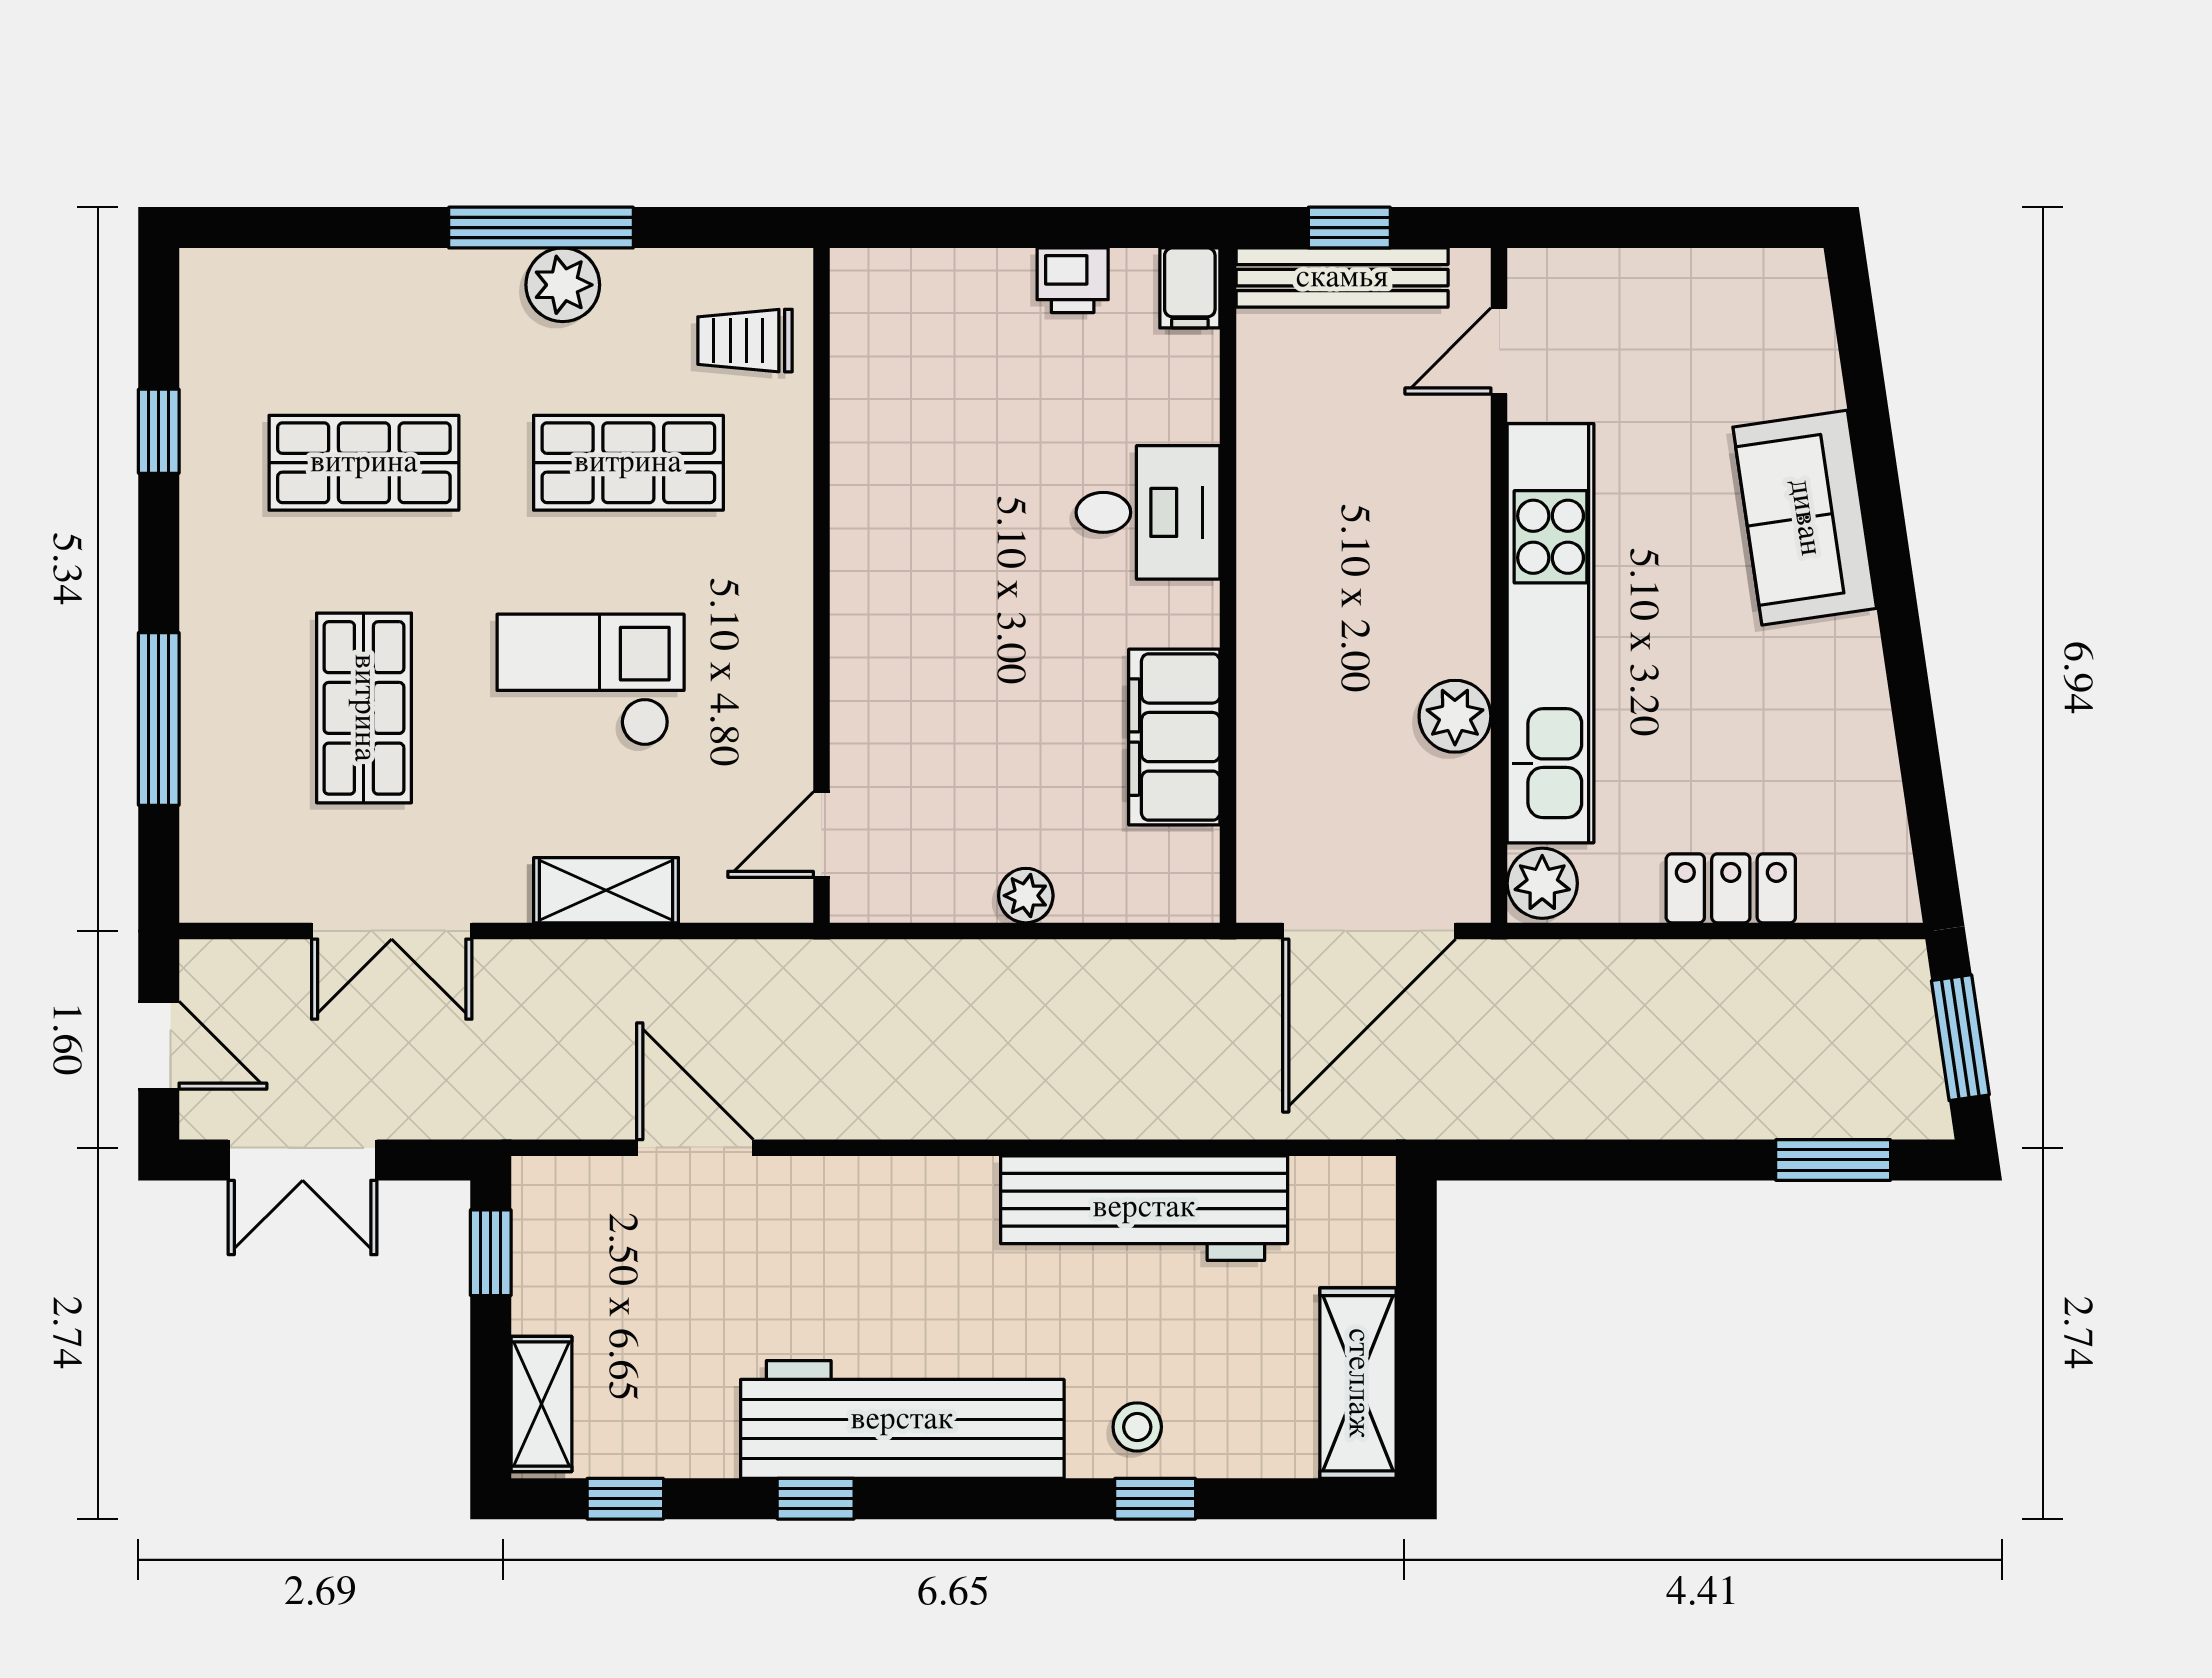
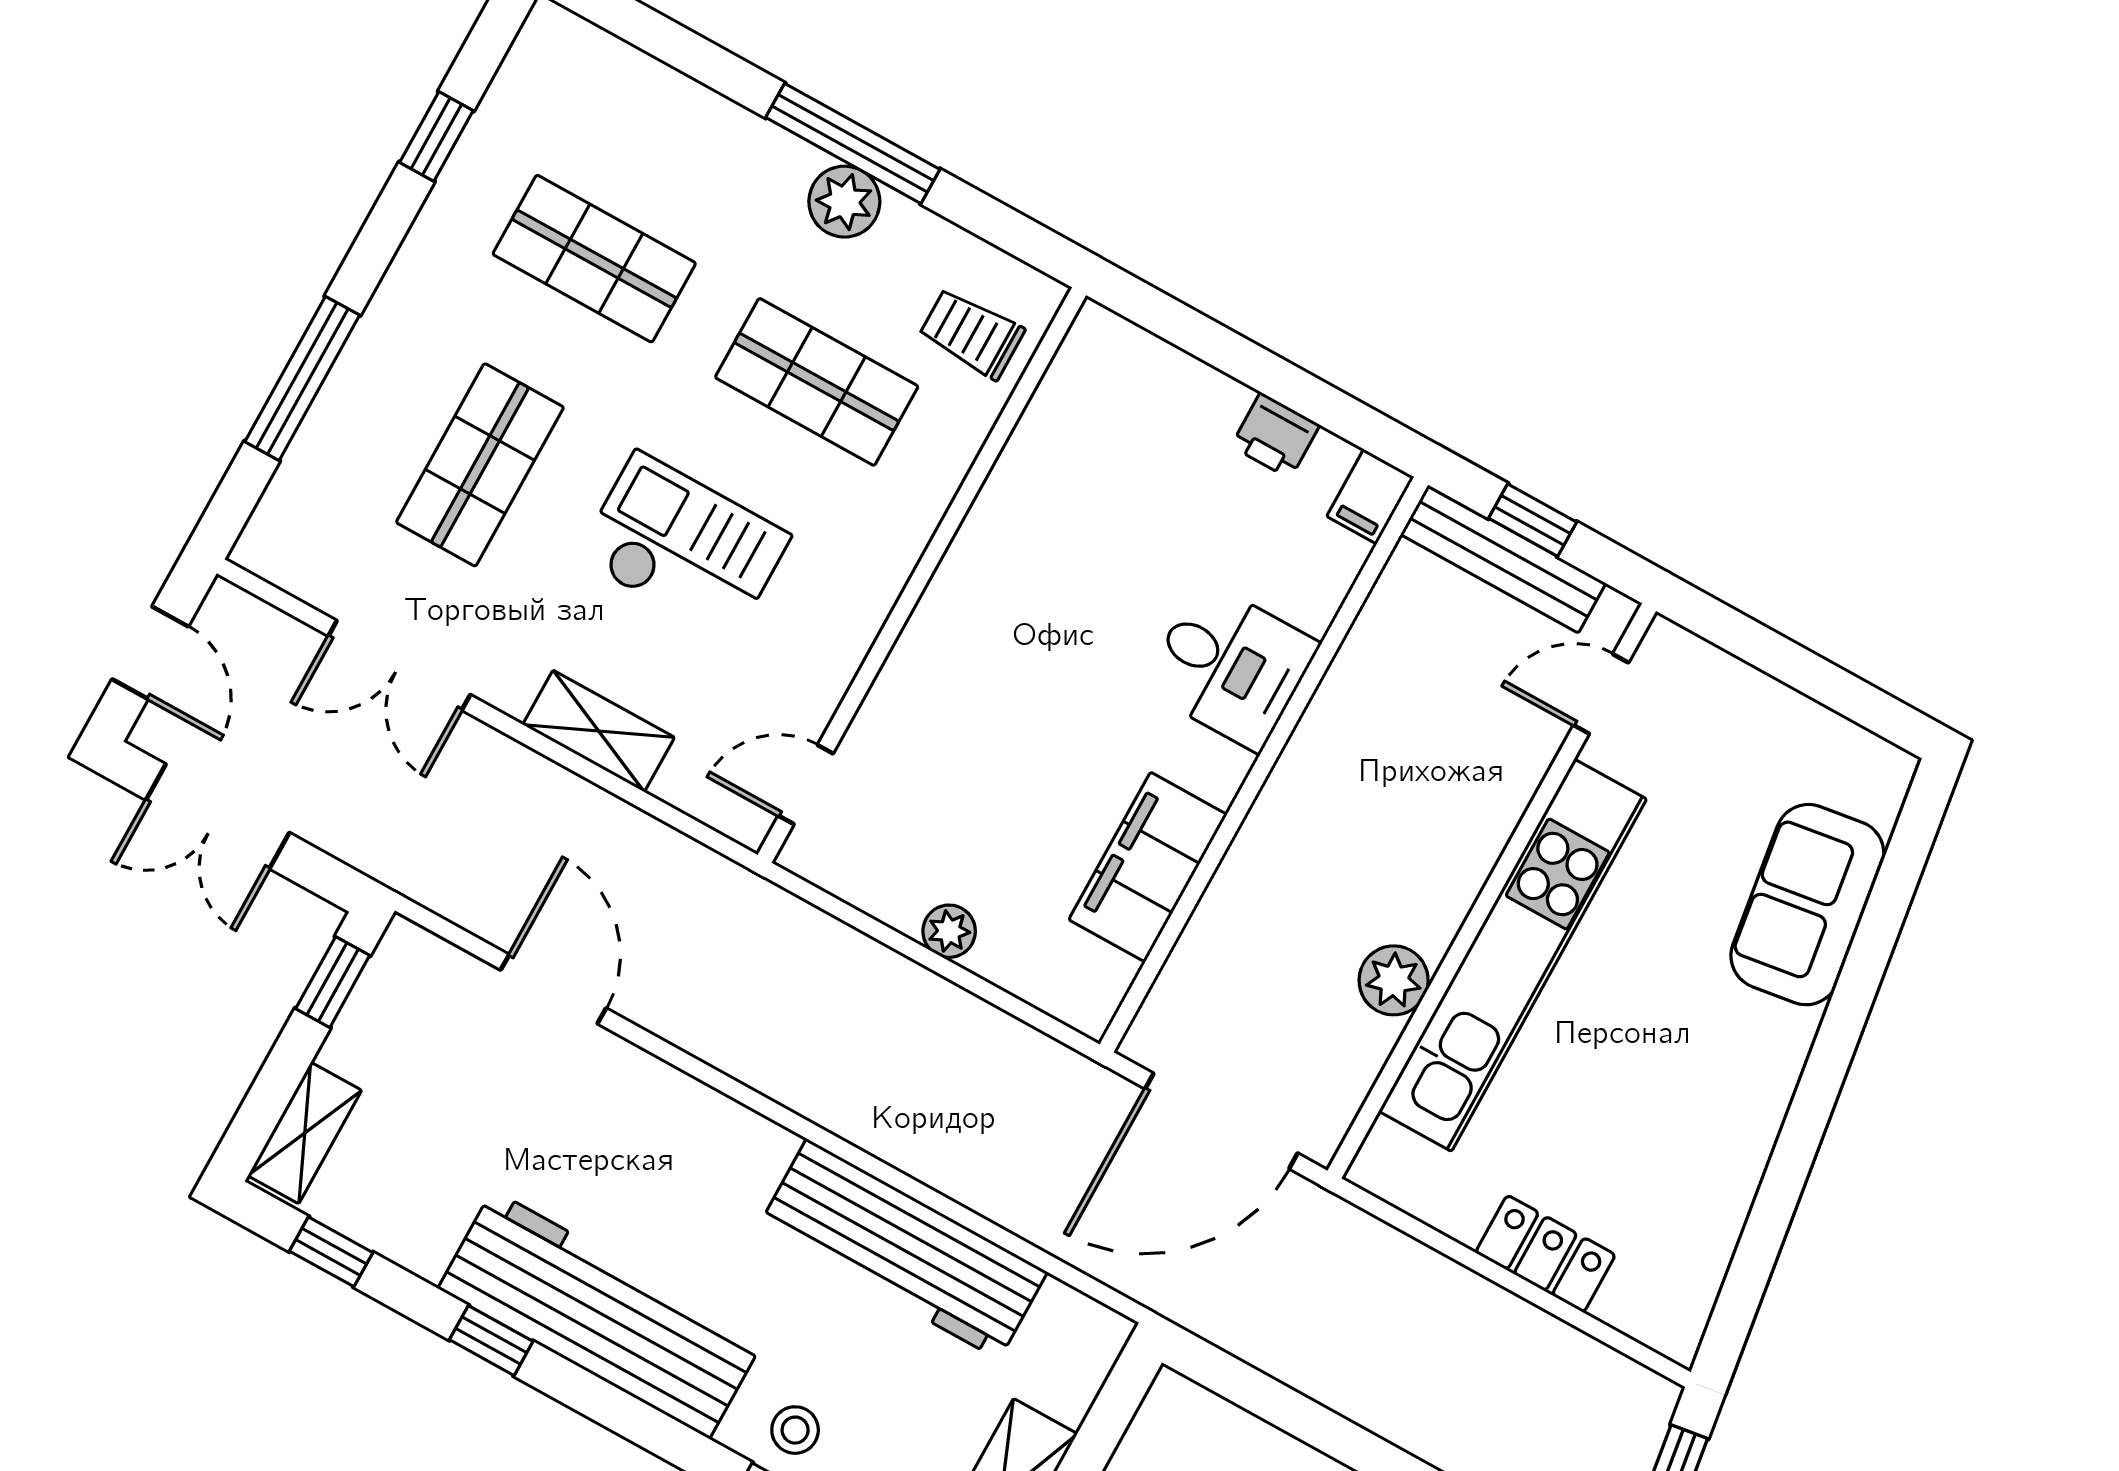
sofa: (1805, 518) -> (1807, 905), moved
plant: (1542, 883) -> (1389, 1162), removed

